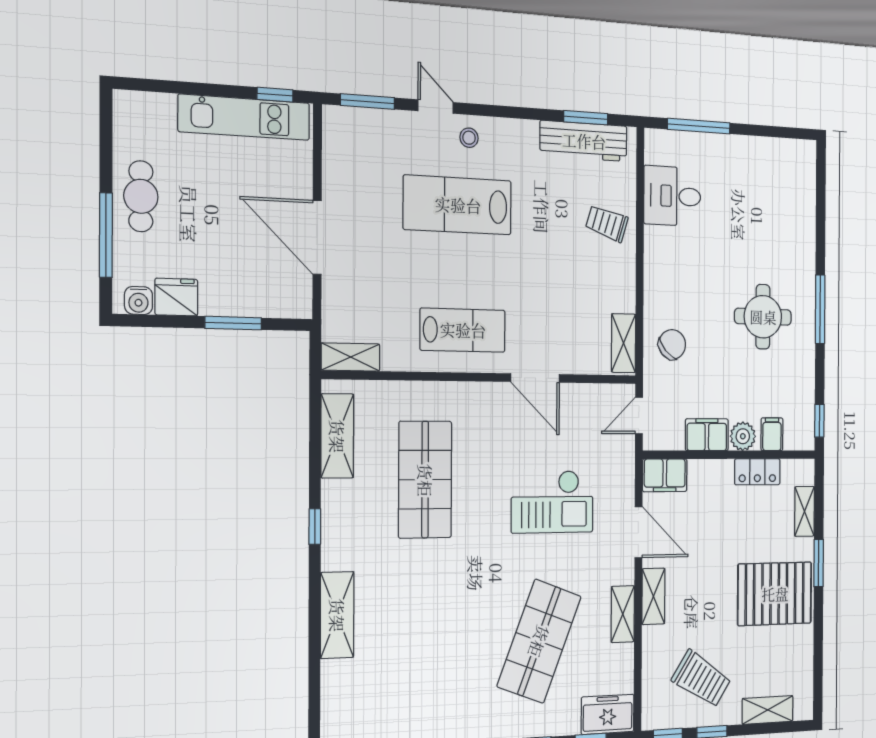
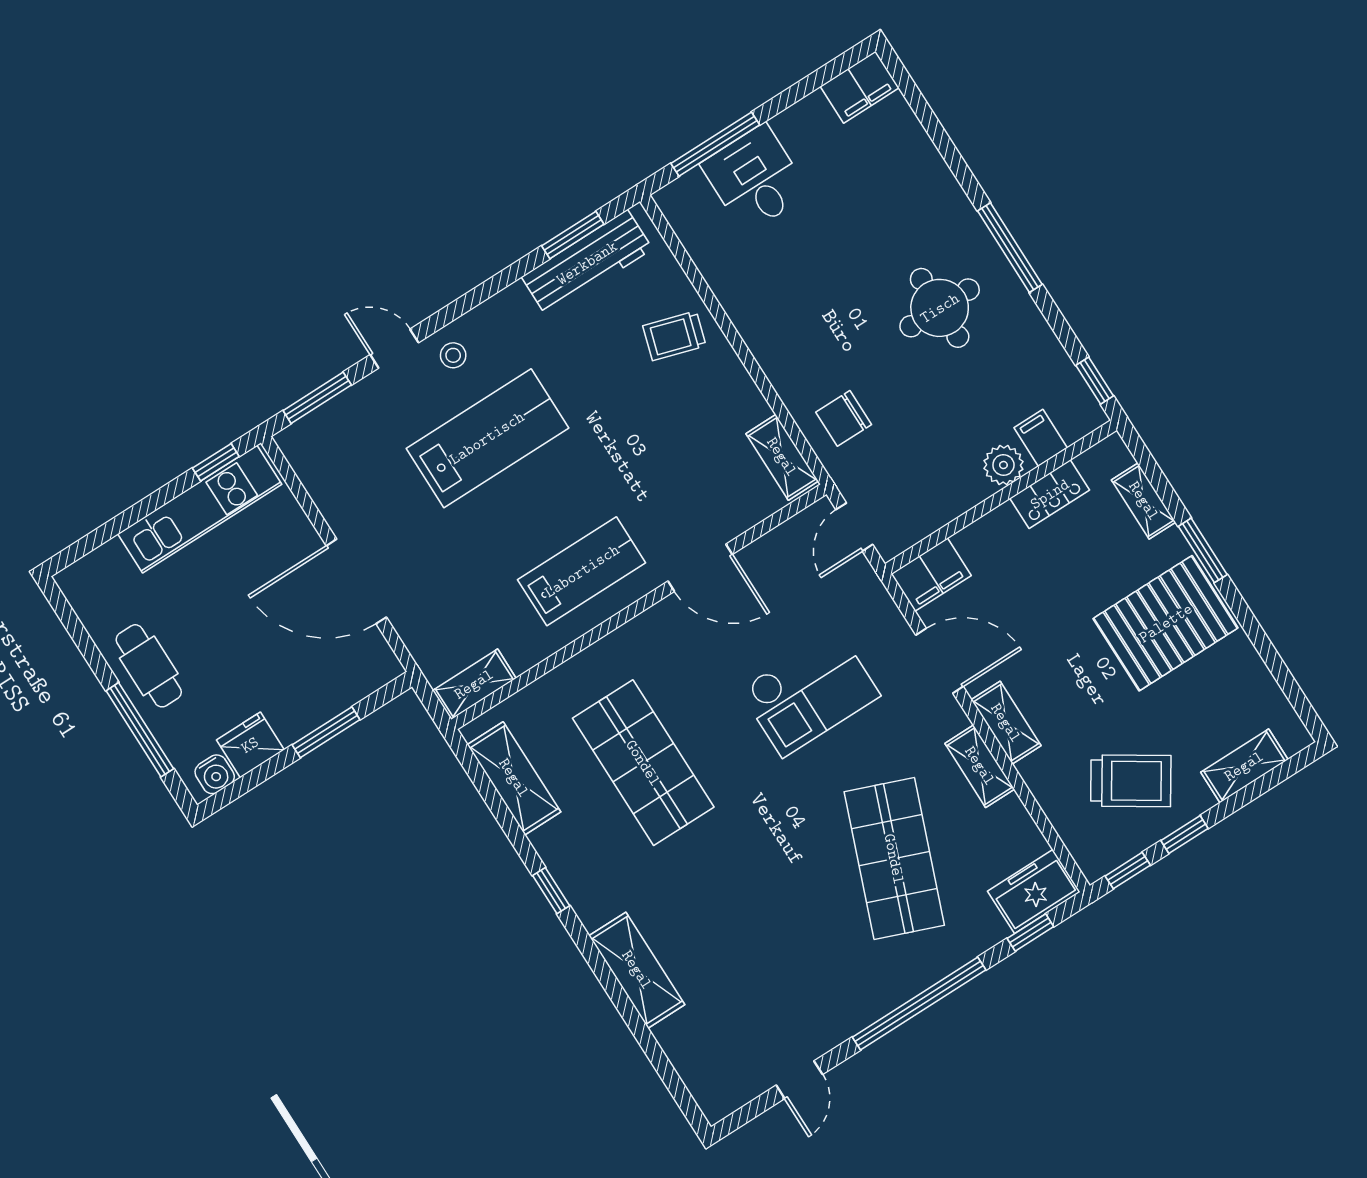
desk: (672, 196) -> (755, 179), moved, turned 90
lab bench: (458, 205) -> (487, 438), turned 180
chair: (672, 344) -> (844, 418), turned -138
filing cabinet: (707, 435) -> (860, 87), moved, turned 180

